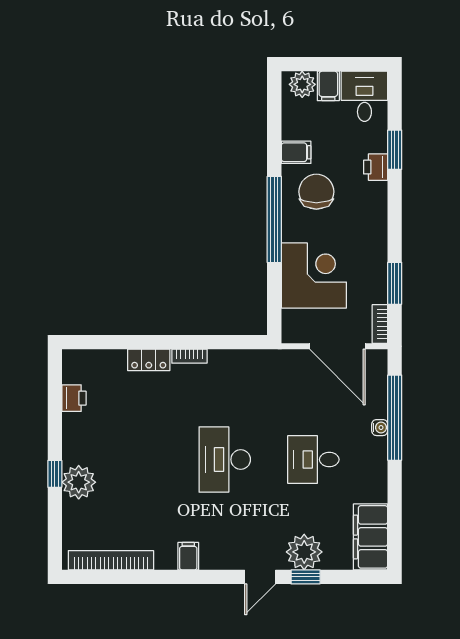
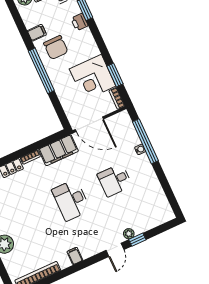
chair: (316, 192) -> (56, 48), turned 180
corner desk: (314, 276) -> (93, 77), moved, turned 180
door: (337, 346) -> (89, 124), moved
filing cabinet: (371, 537) -> (58, 150), moved, turned -90
plant: (304, 552) -> (129, 234), width x0.53, depth x0.53

